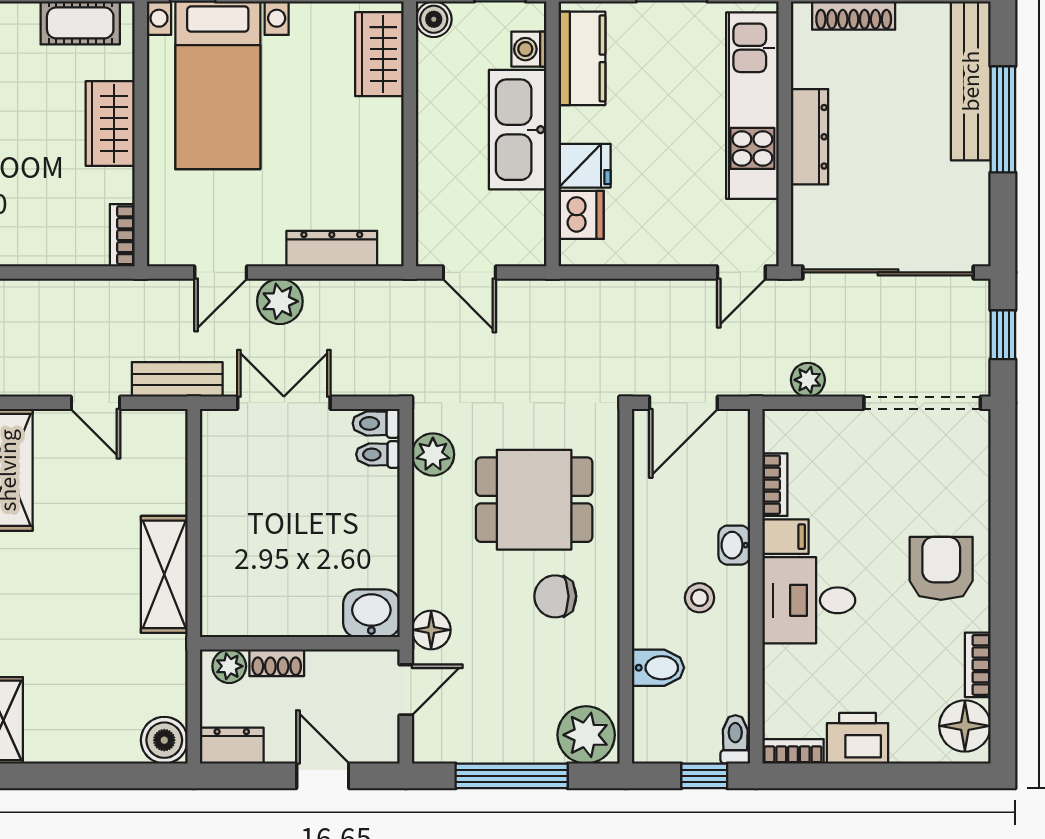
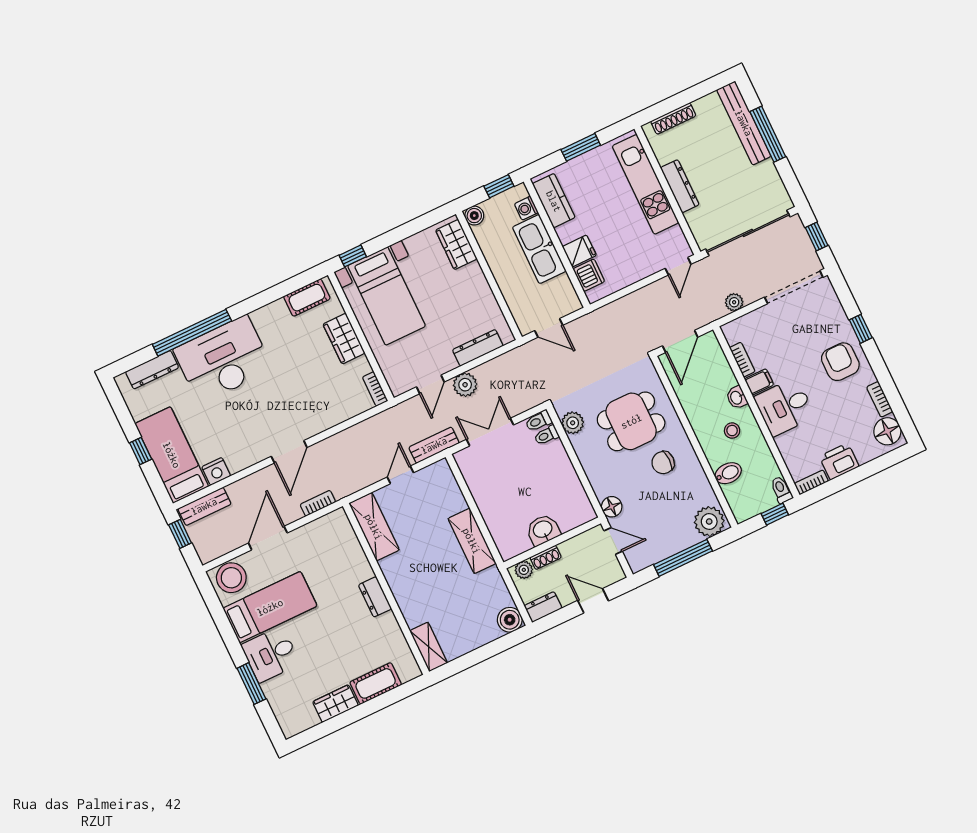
door: (95, 403) -> (400, 475), swing flipped
window: (1003, 529) -> (861, 329), added
washbasin: (371, 613) -> (543, 530), moved
door: (406, 690) -> (613, 541), hinge flipped

